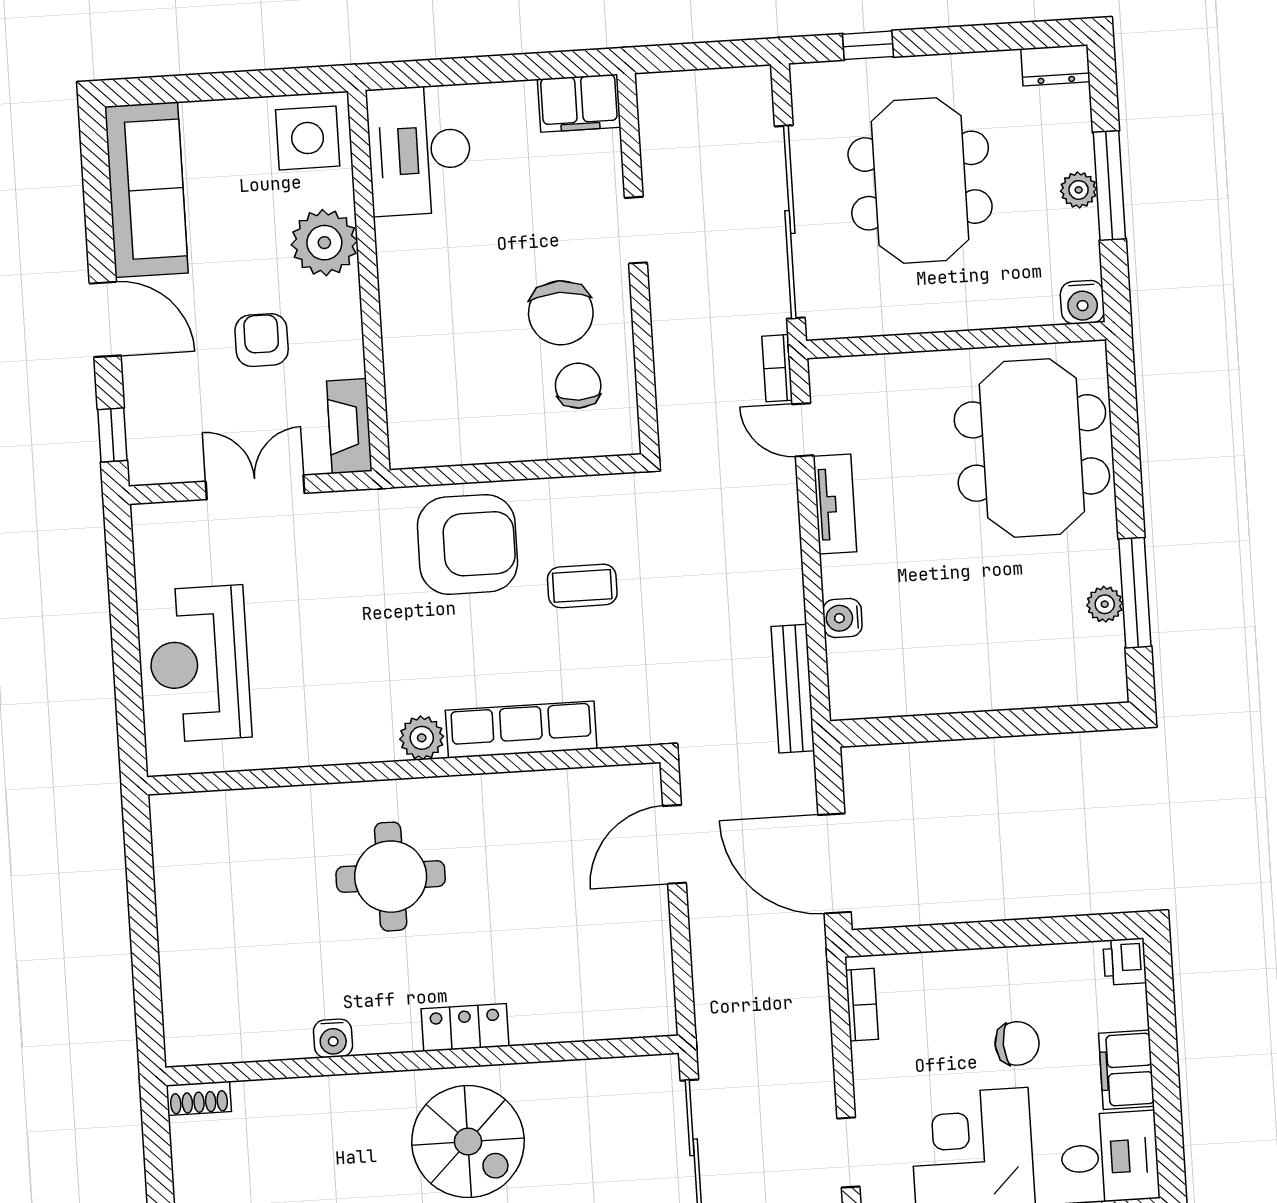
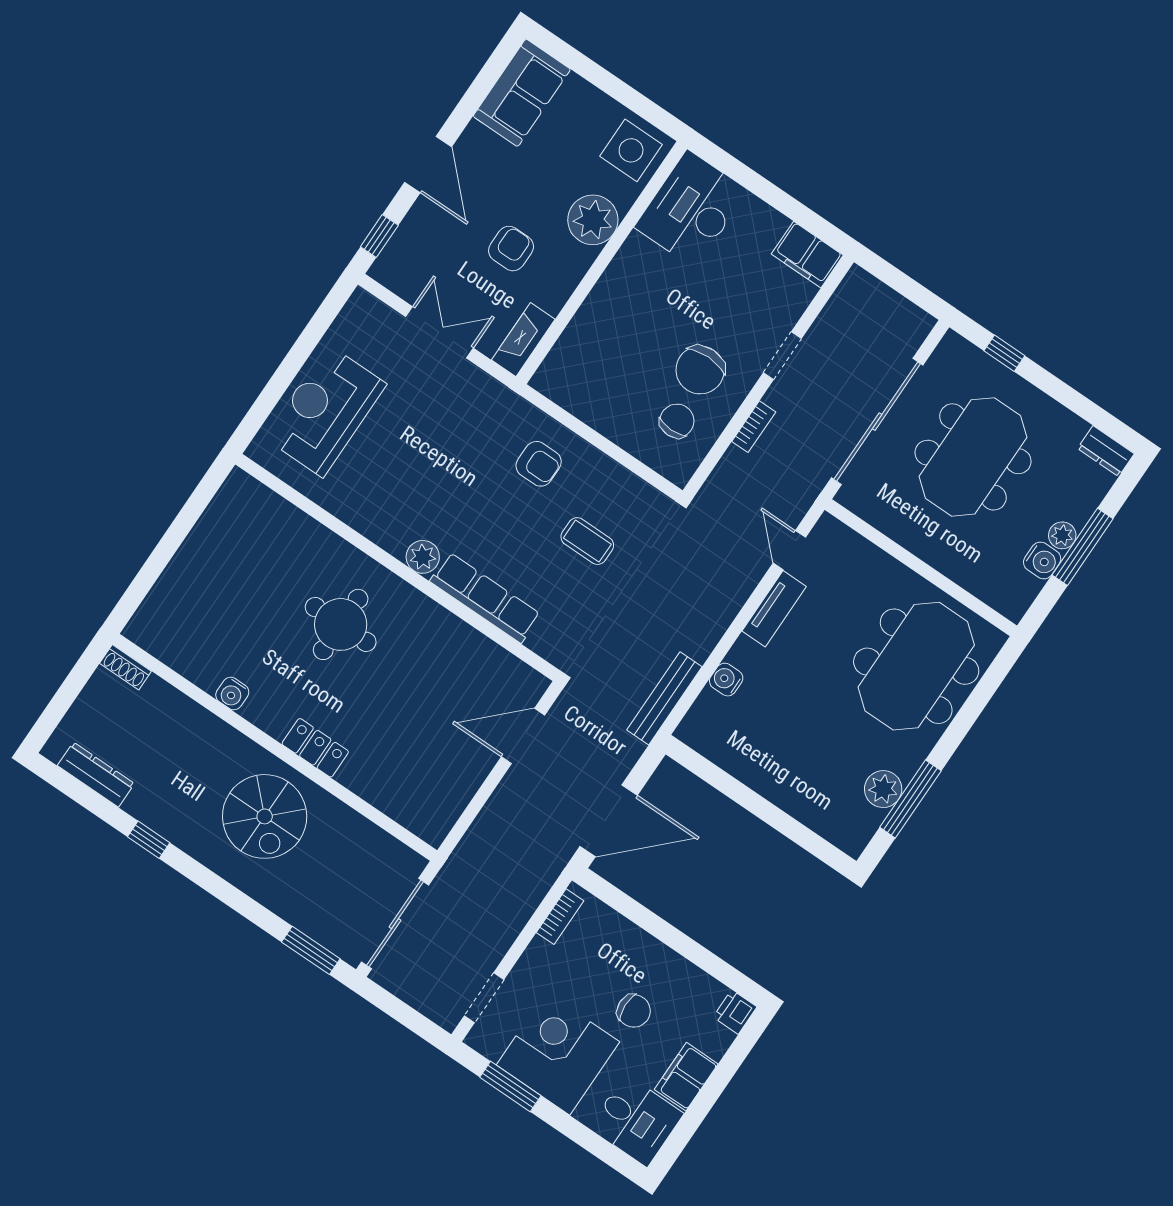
sofa: (146, 190) -> (522, 93), width x0.73
water cooler: (1082, 302) -> (1042, 560), moved, turned -90
bookcase: (777, 368) -> (754, 427), moved, turned 180
armchair: (467, 544) -> (539, 464), width x0.53, depth x0.53
plant: (1105, 604) -> (883, 789), width x1.38, depth x1.38
door: (834, 863) -> (609, 821), swing flipped

